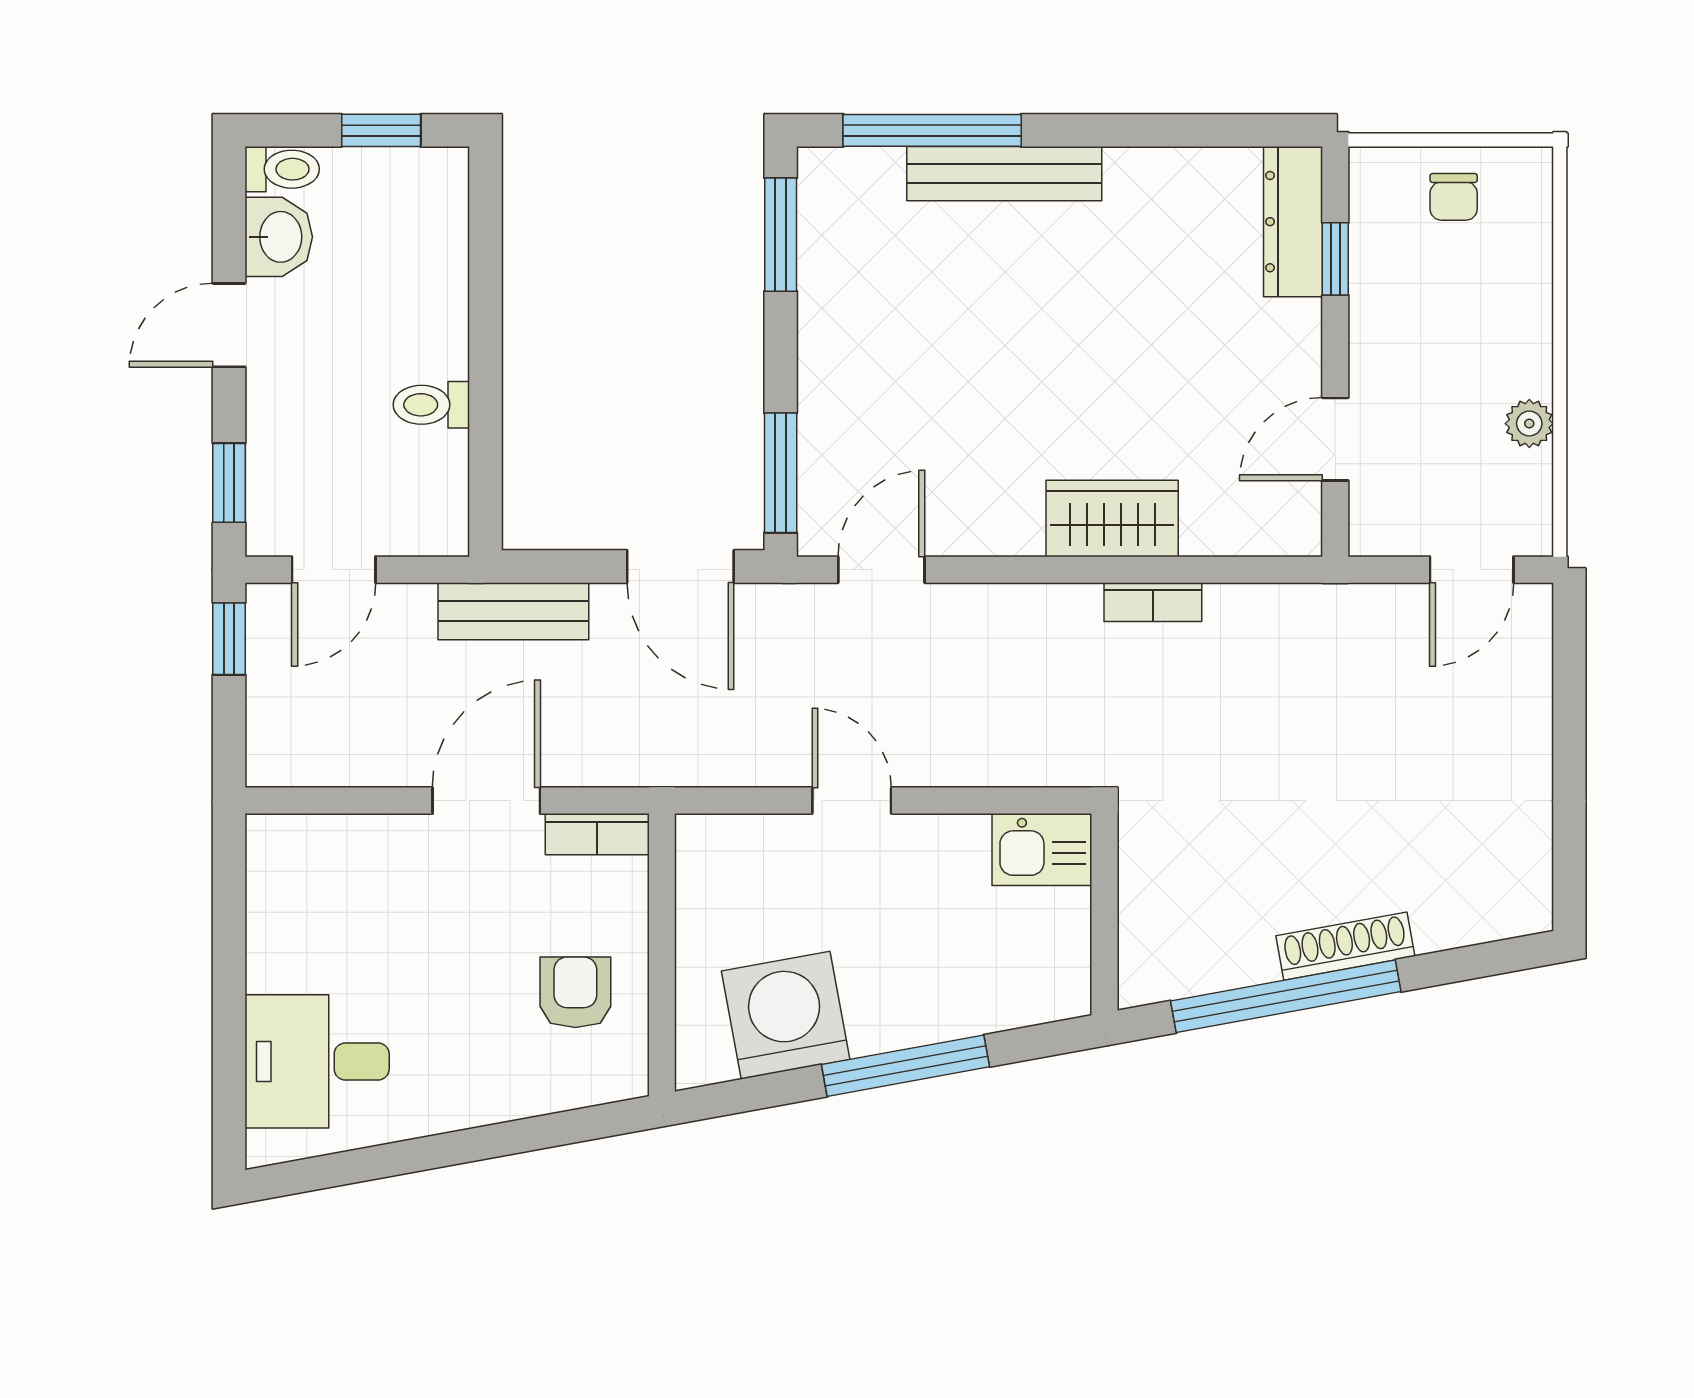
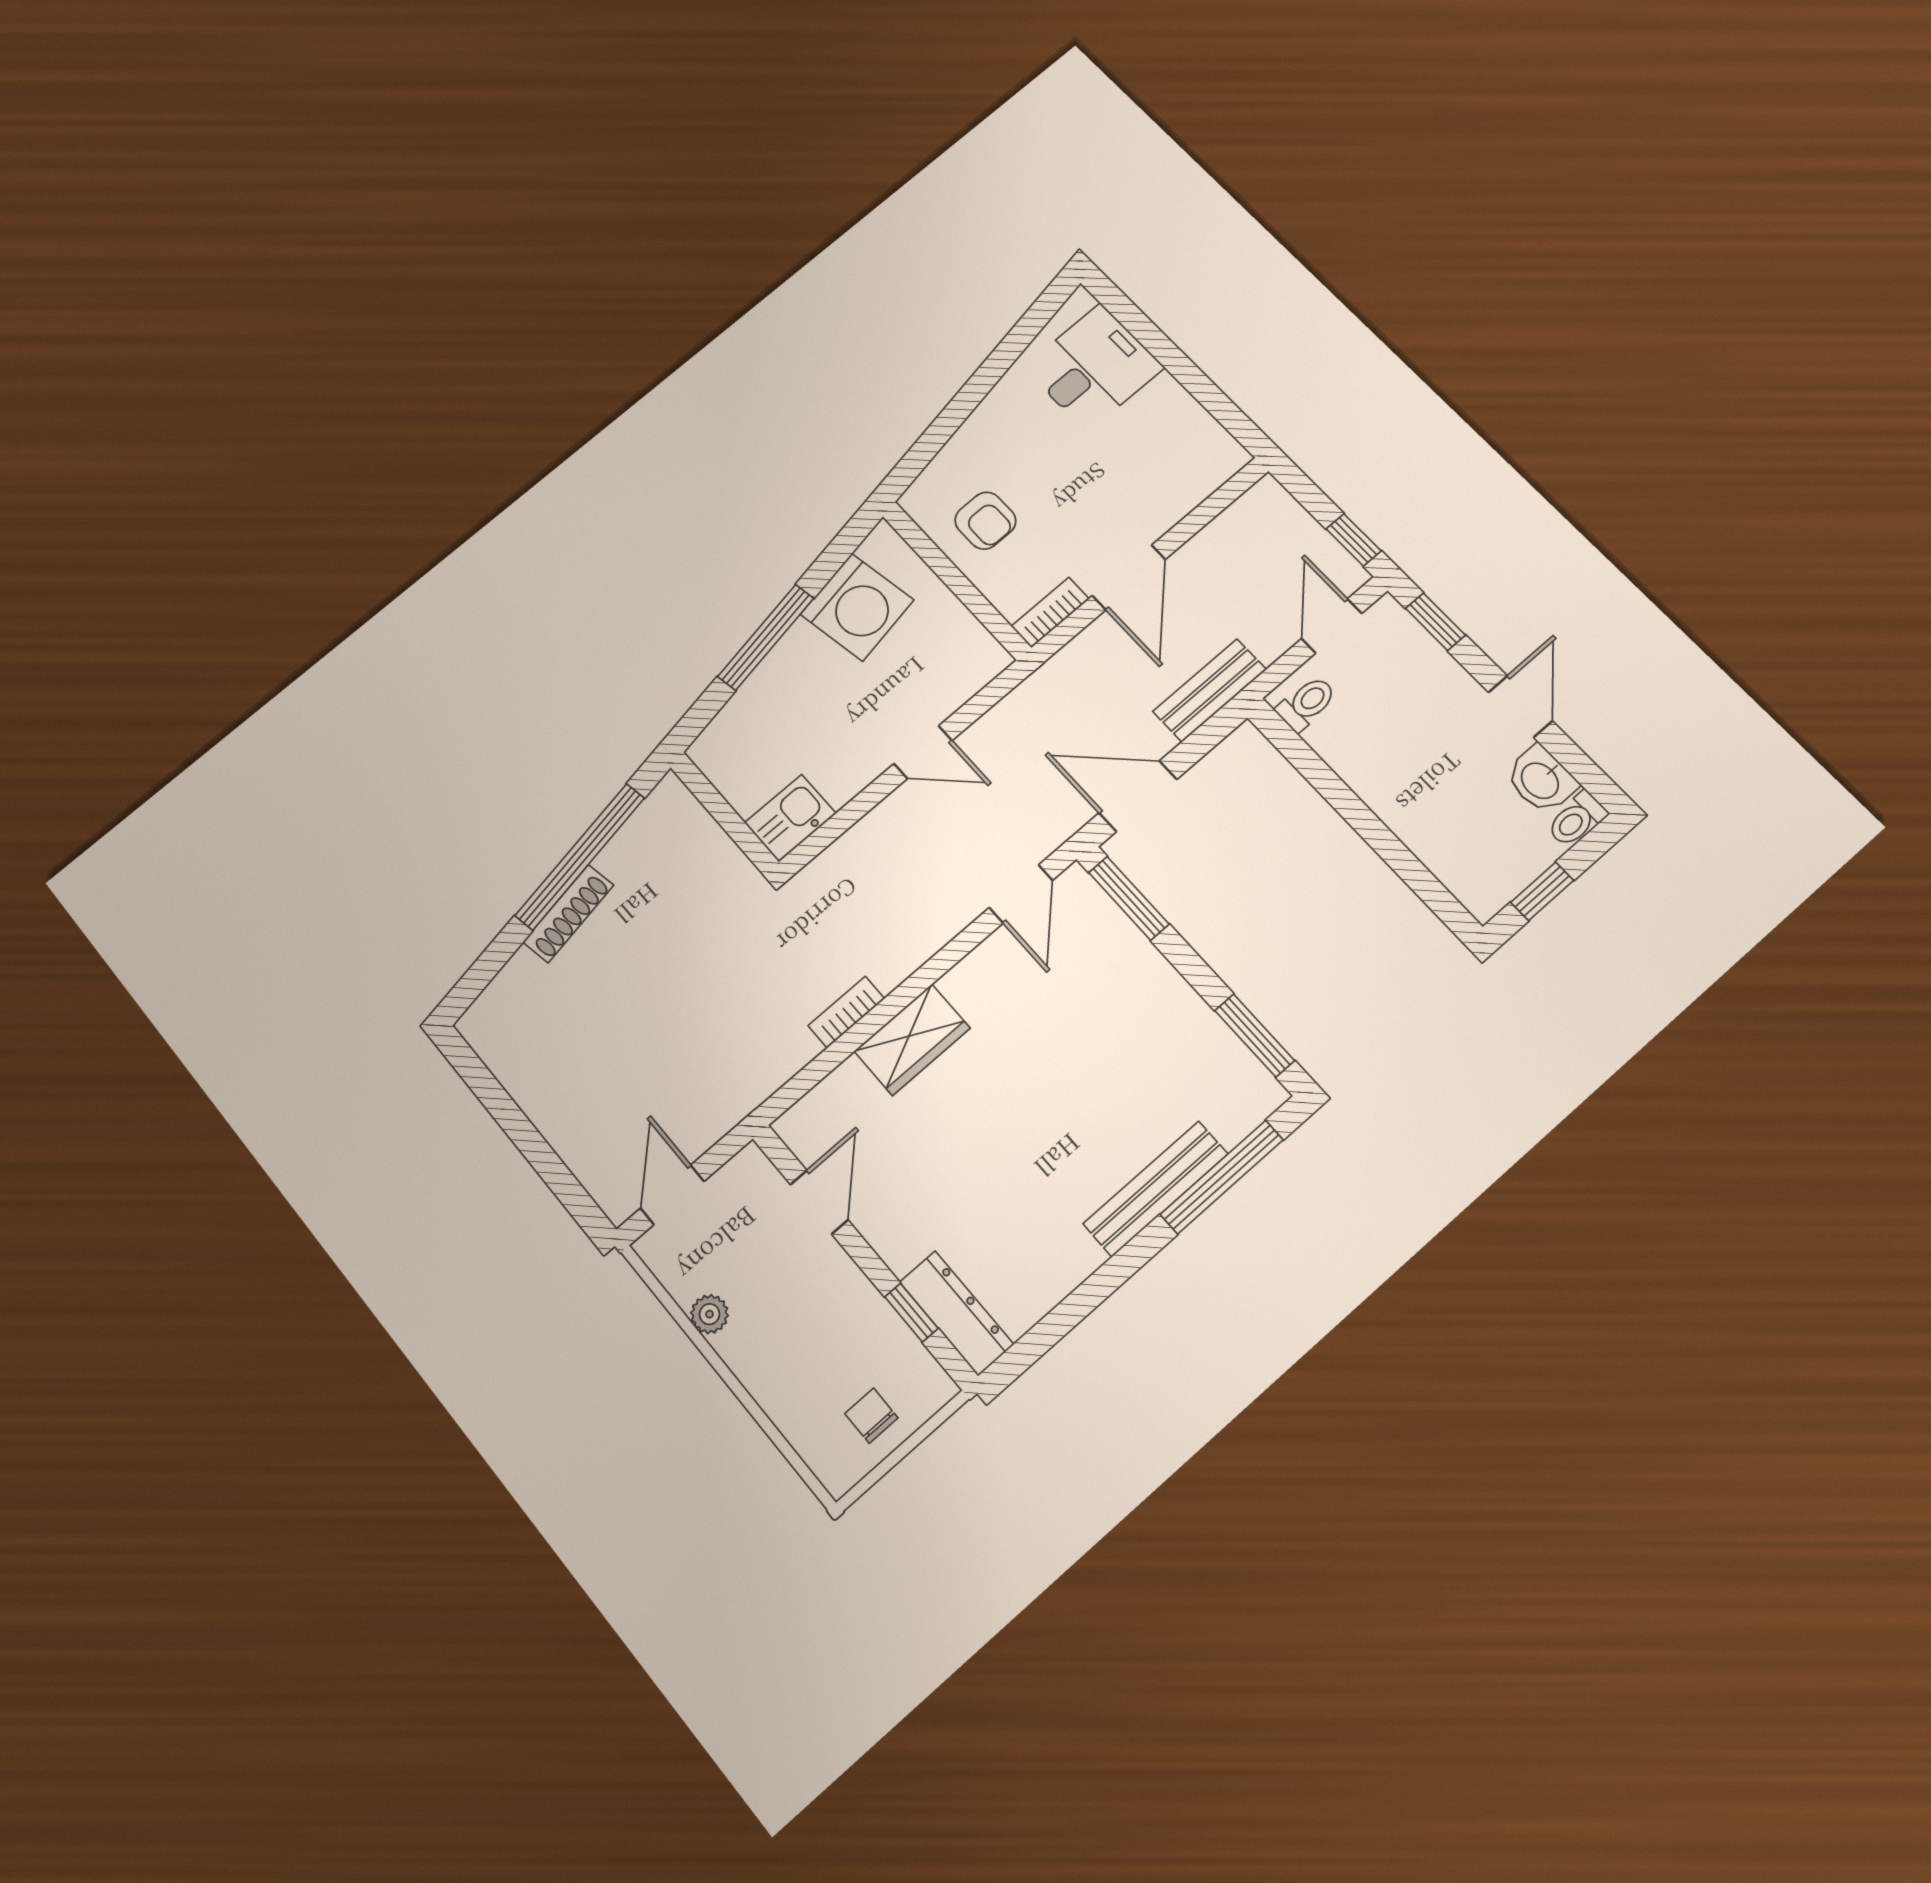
toilet: (431, 405) -> (1307, 703), moved

